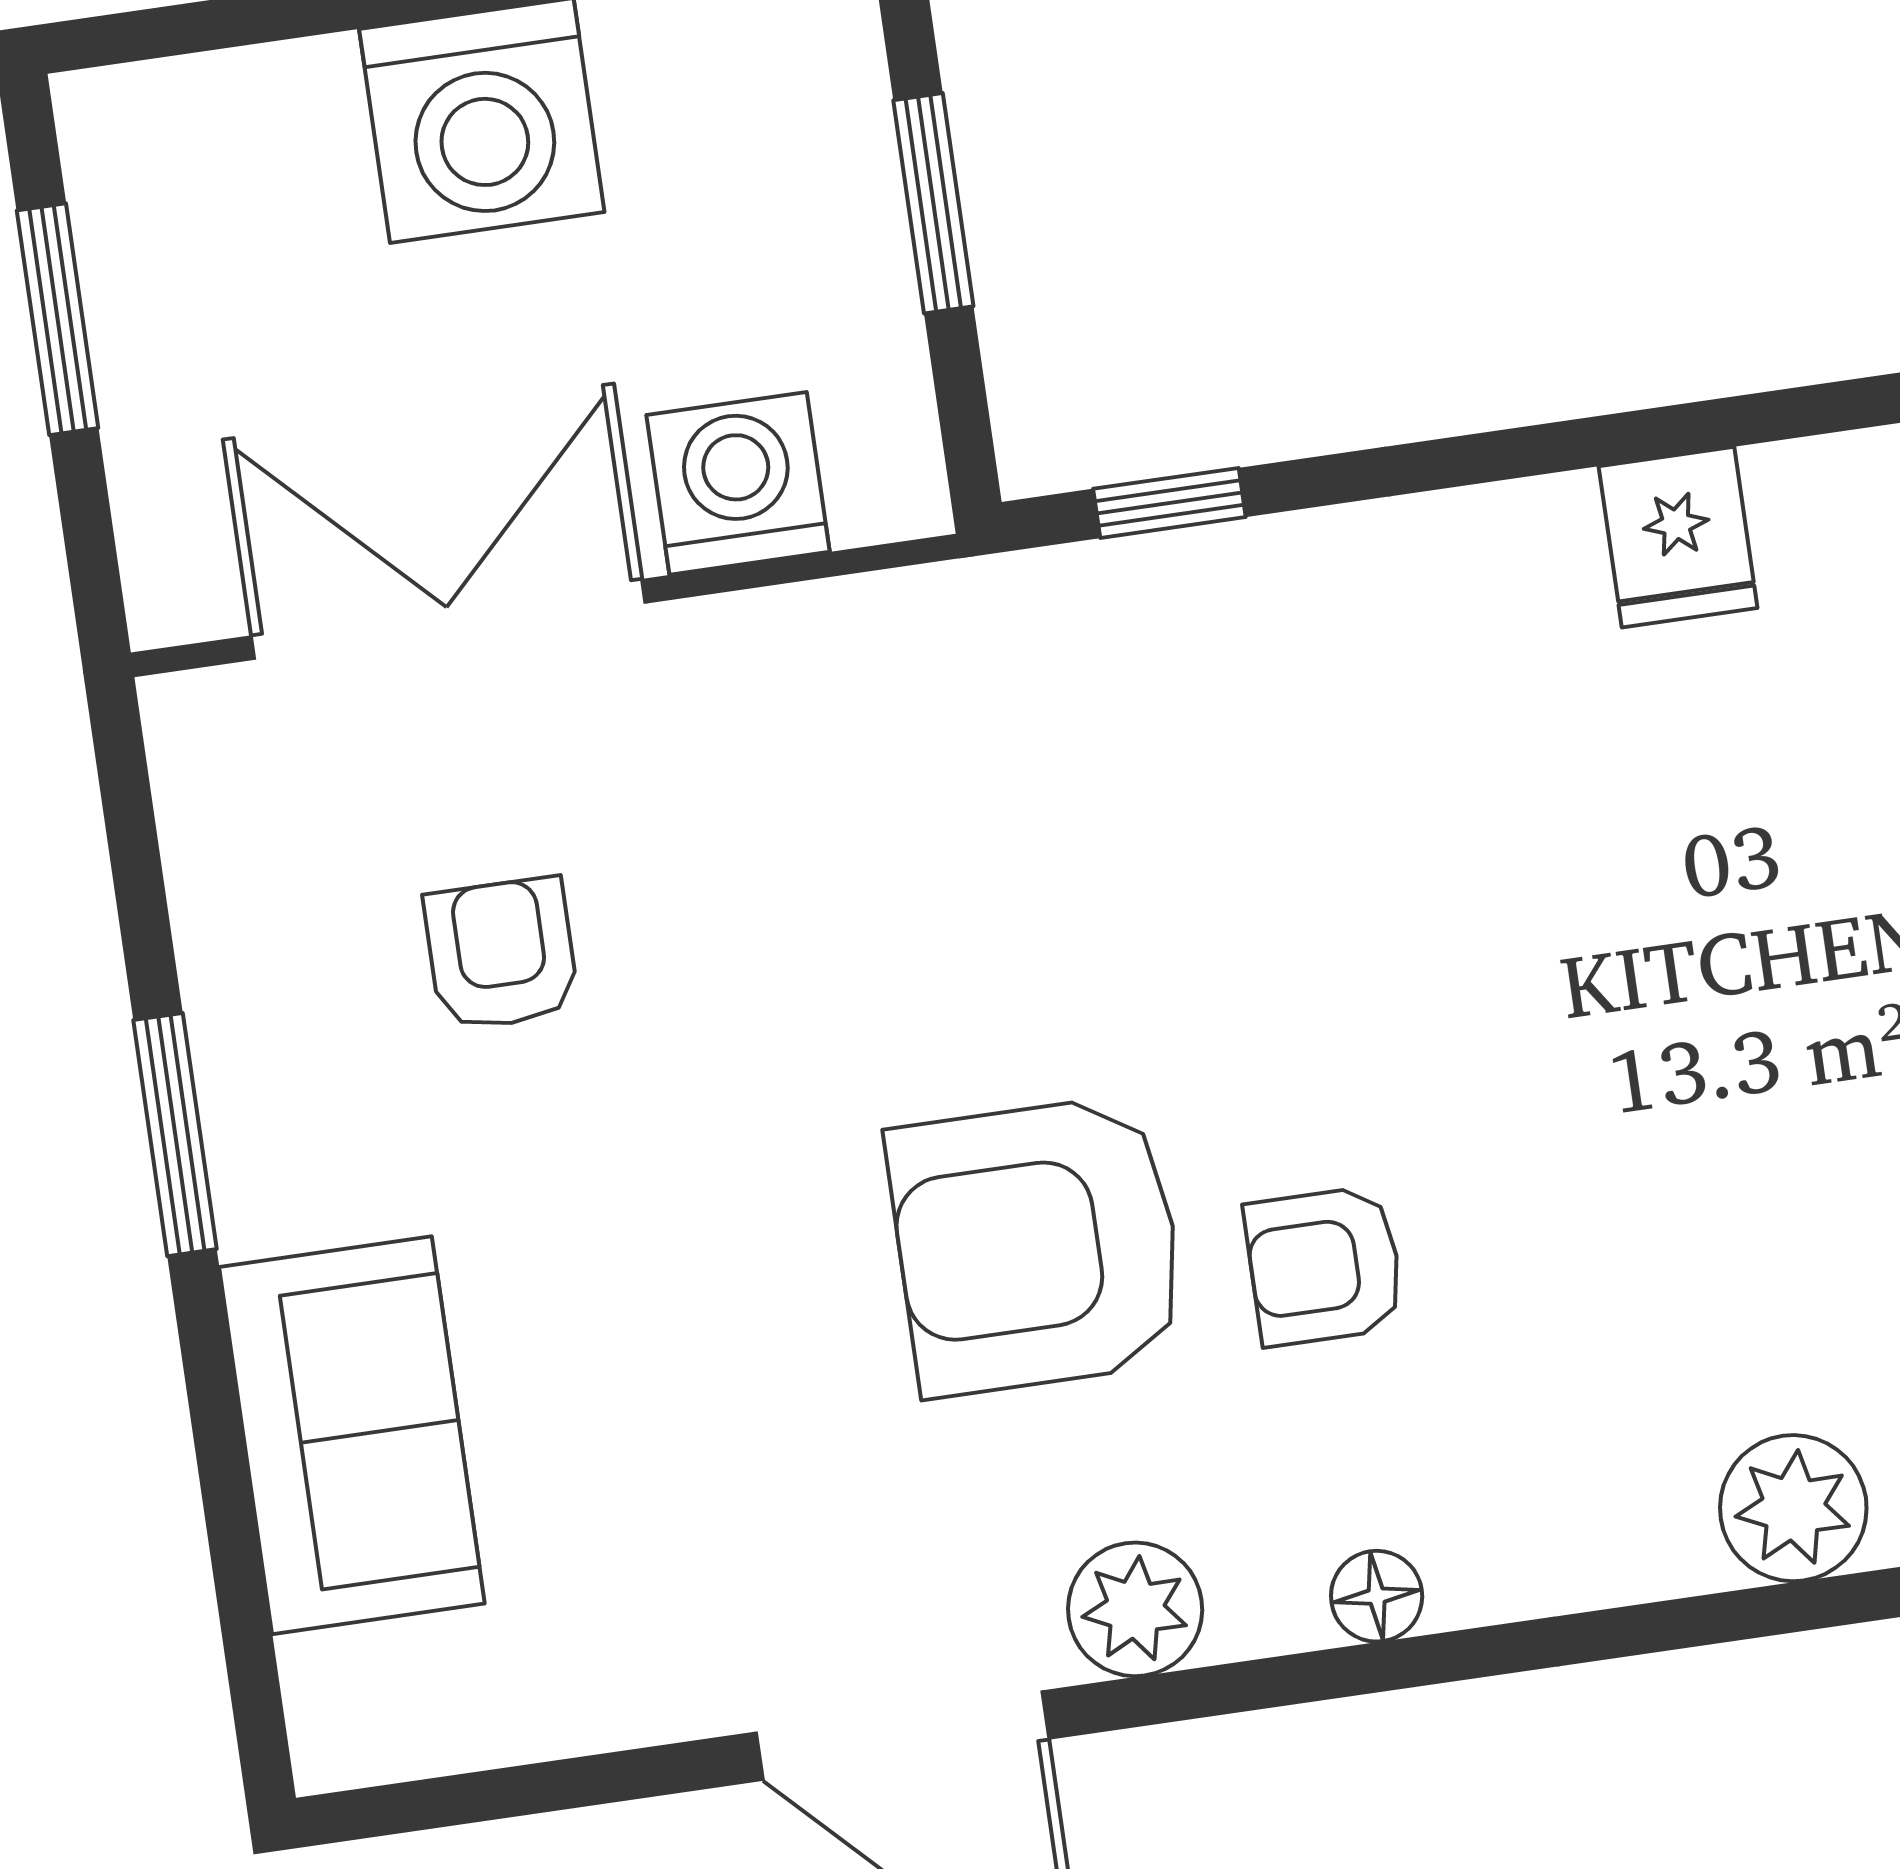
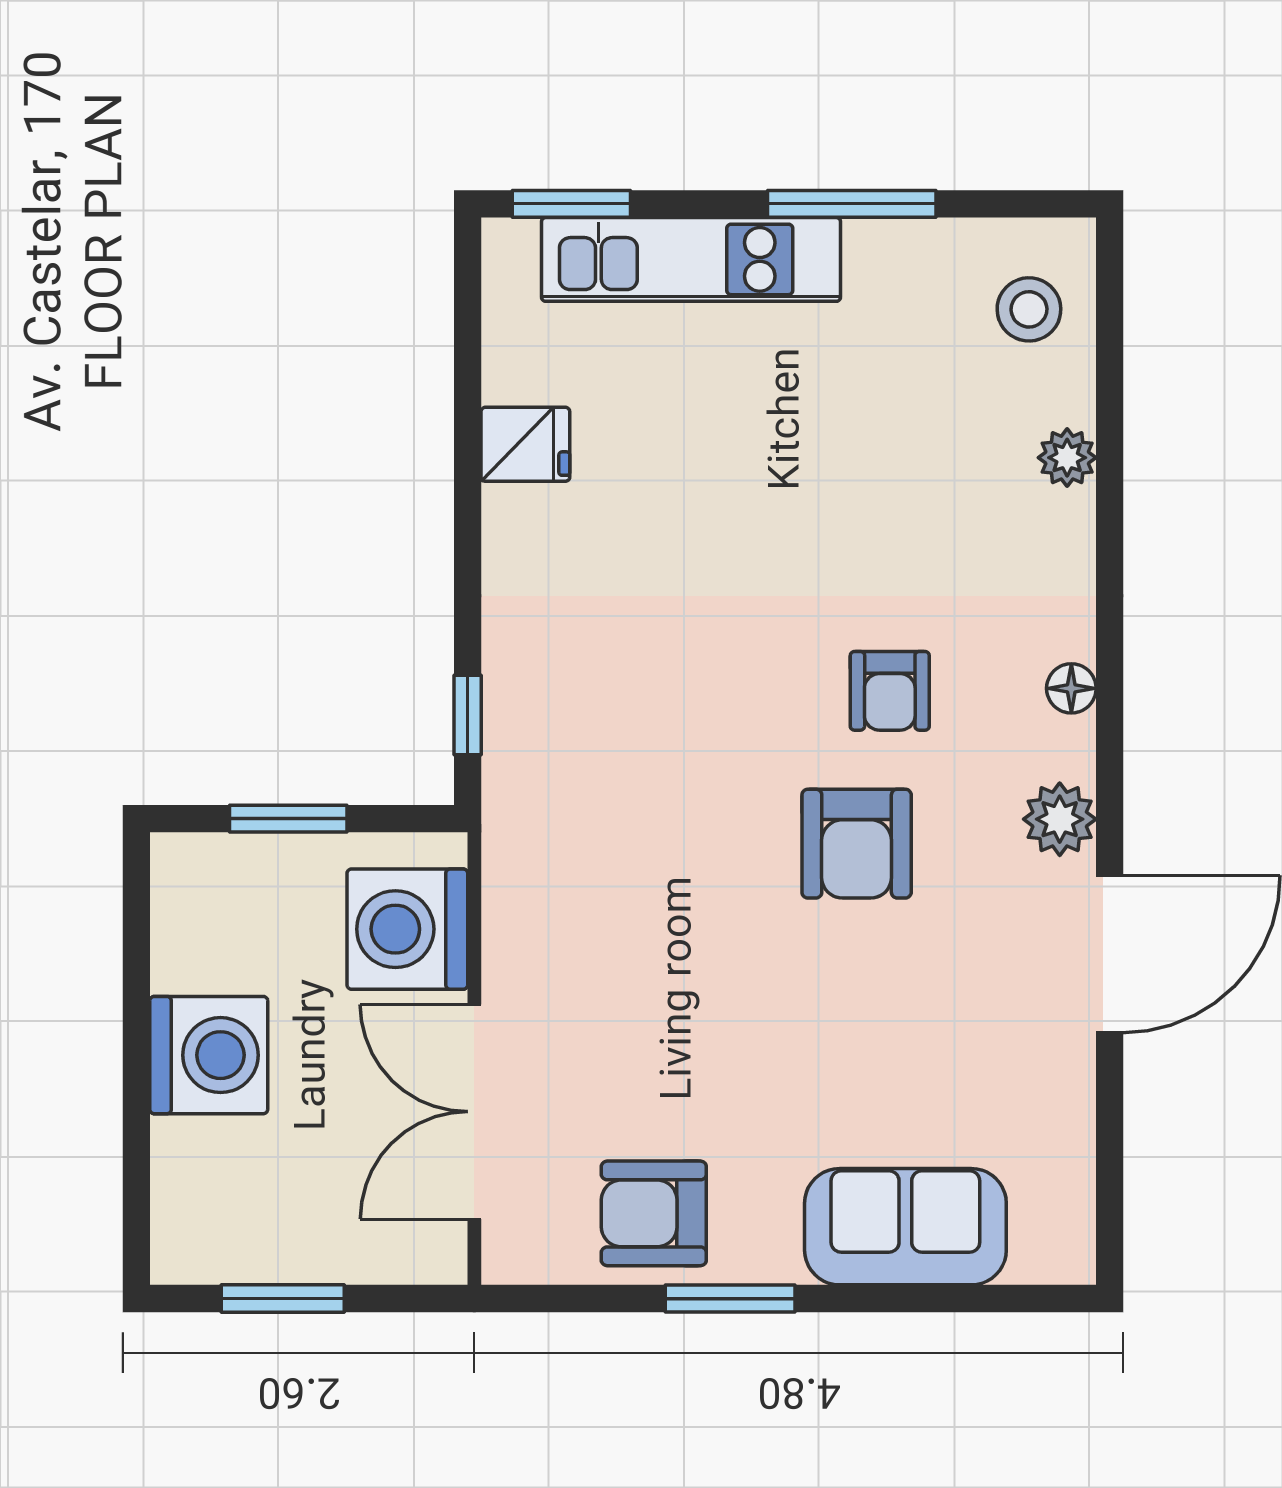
washing machine: (738, 483) -> (407, 929), width x1.37, depth x1.37
armchair: (501, 954) -> (654, 1213), moved, width x1.38, depth x1.38
armchair: (1037, 1246) -> (857, 844), width x0.73, depth x0.73
plant: (1793, 1508) -> (1067, 458), width x0.73, depth x0.73

